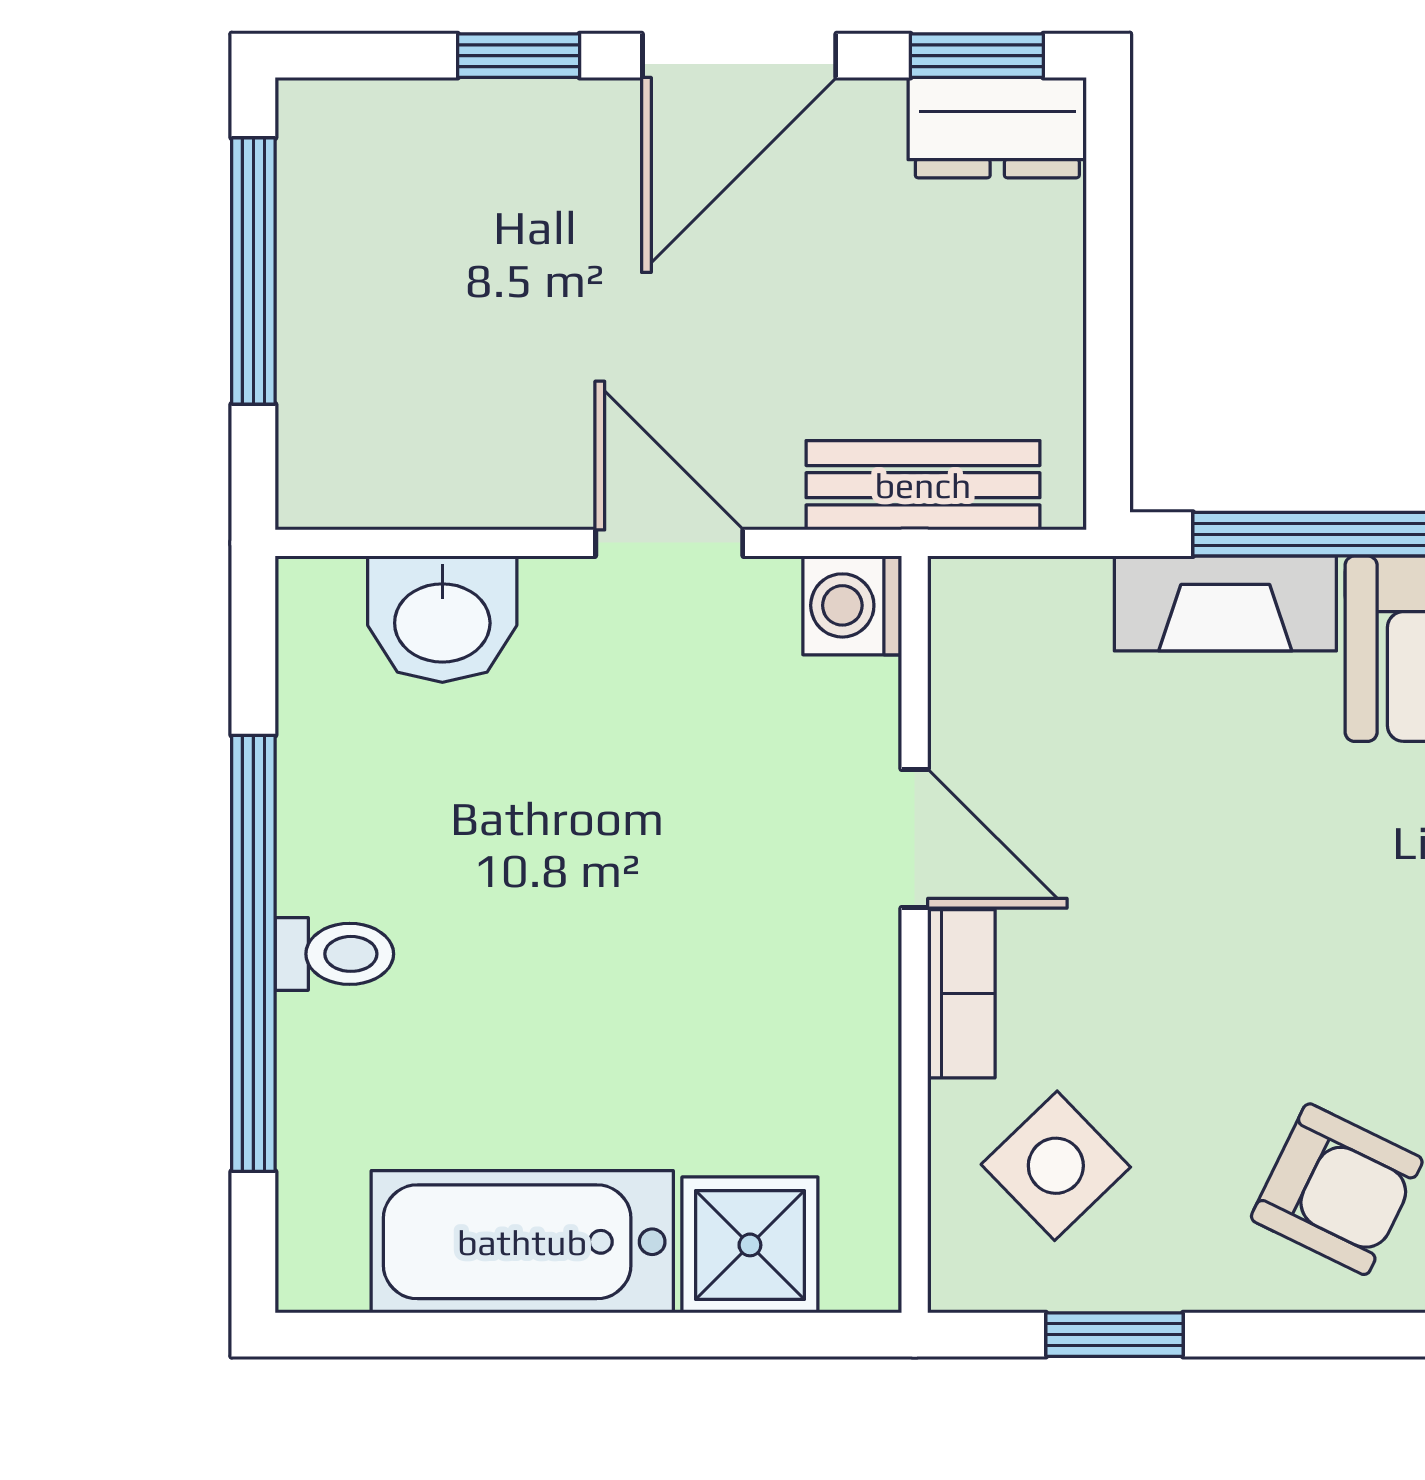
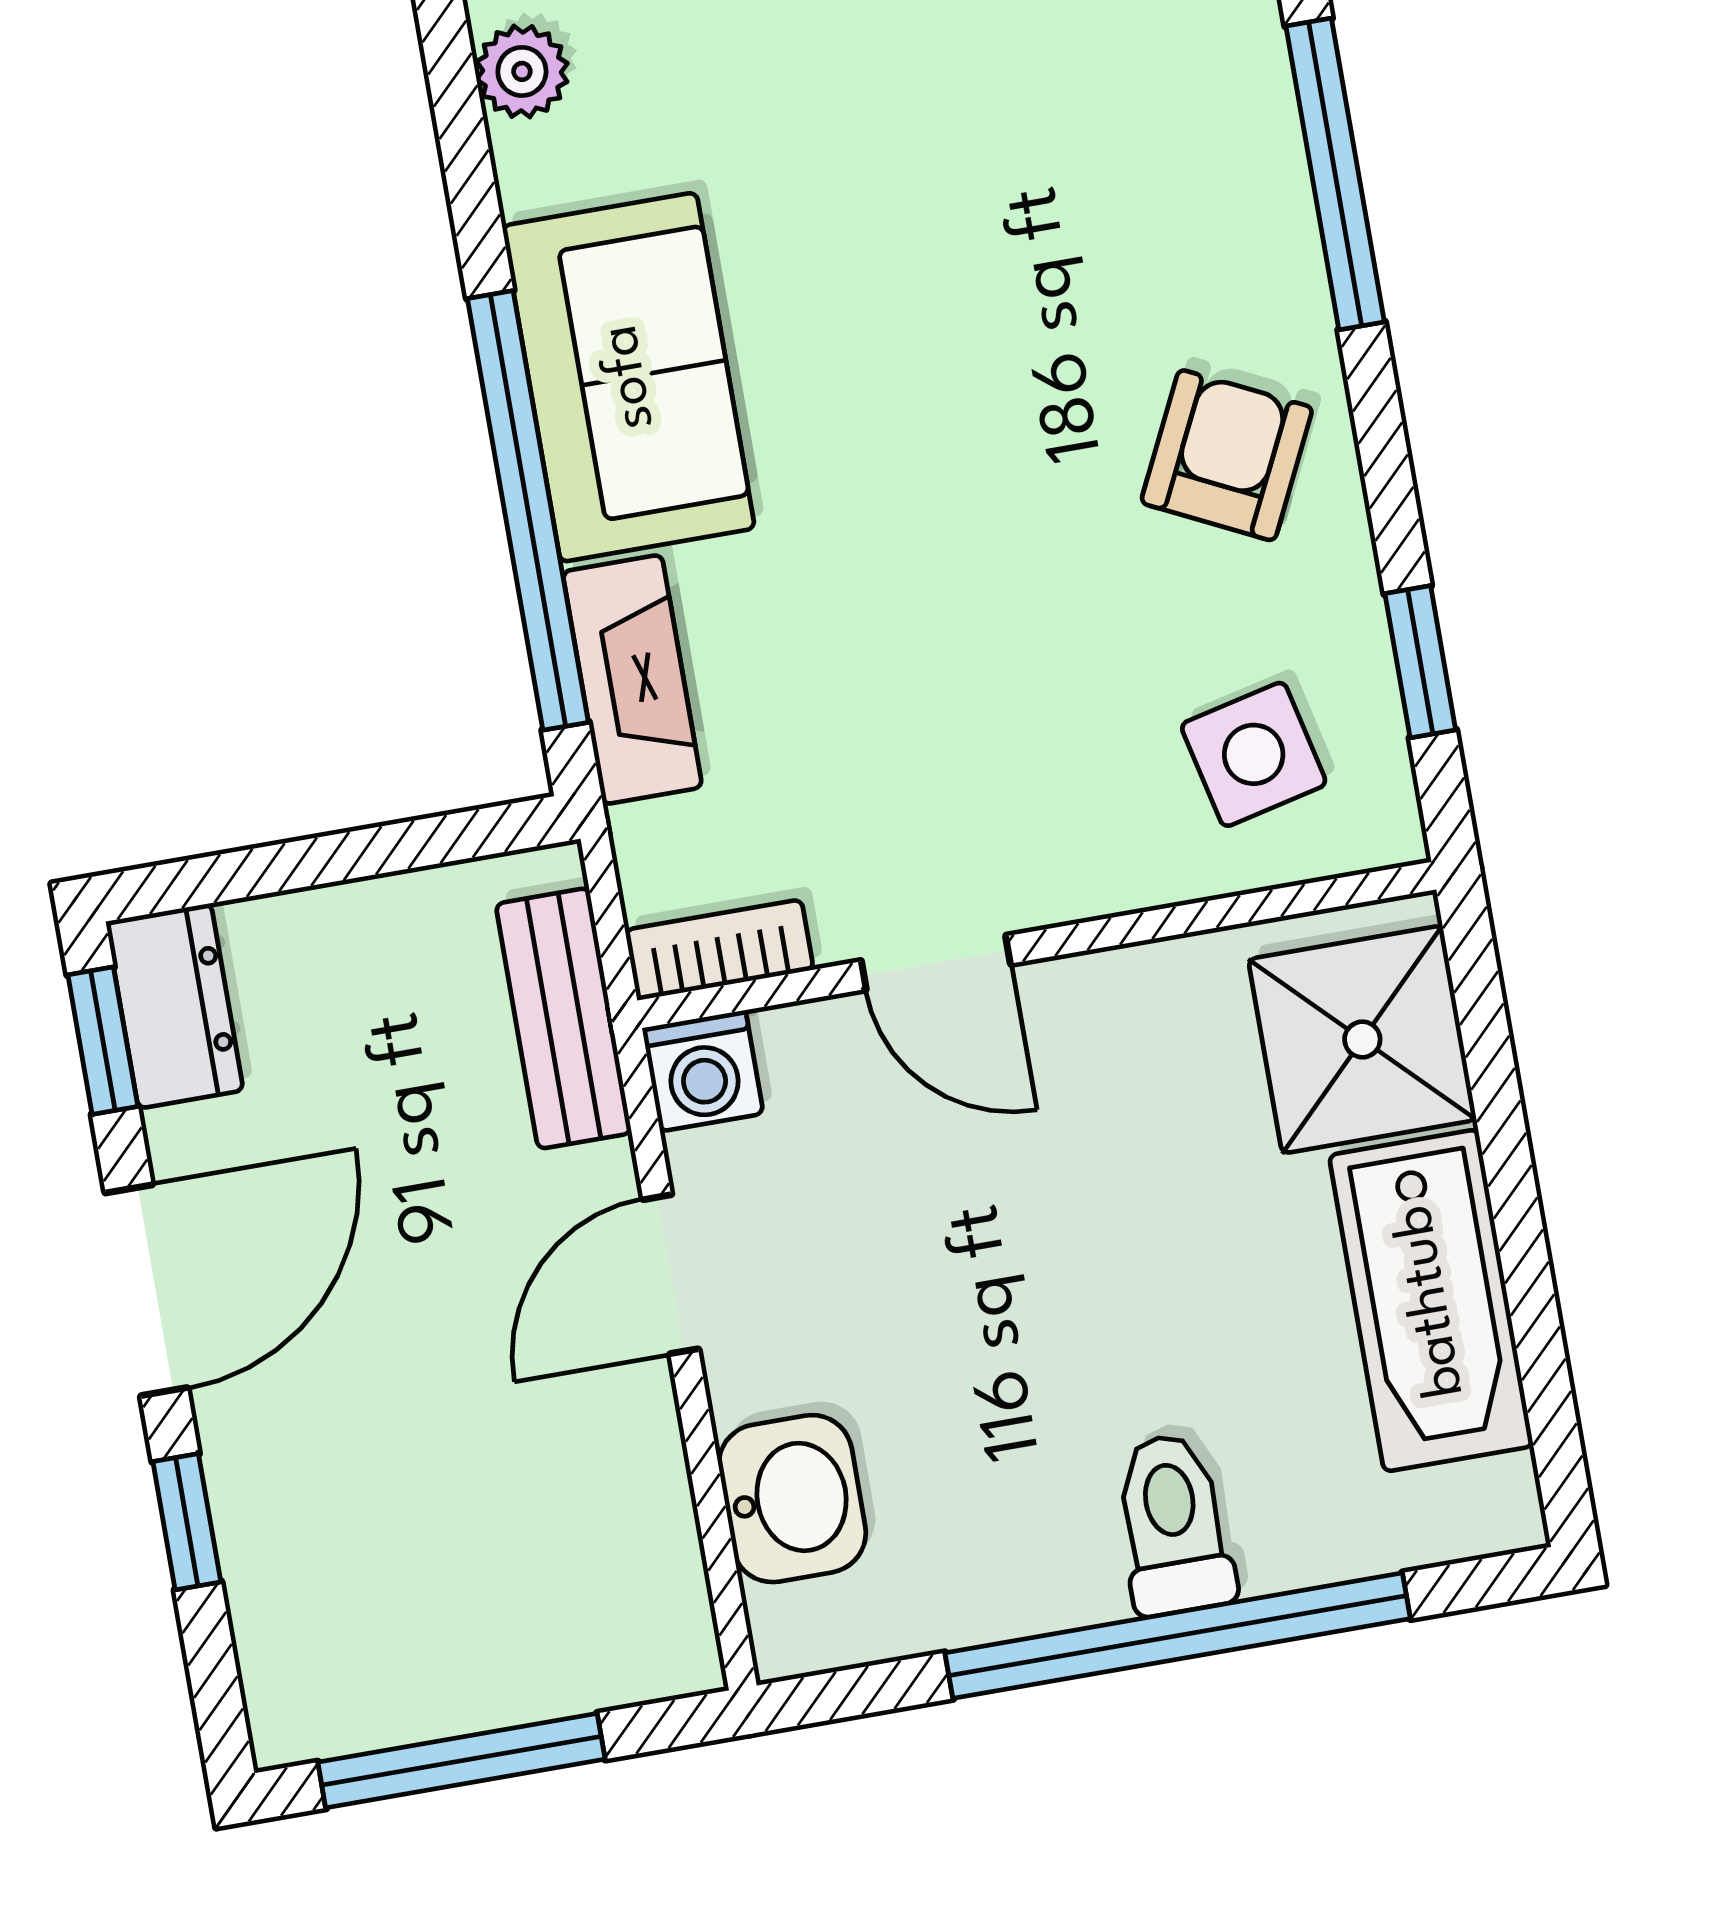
door: (739, 56) -> (146, 1290), hinge flipped
door: (915, 838) -> (936, 963), swing flipped
toilet: (334, 954) -> (1173, 1524), width x1.37, depth x1.39
bookcase: (961, 994) -> (719, 950), moved
side table: (1056, 1166) -> (1254, 754), turned 31
shower: (750, 1245) -> (1362, 1039), width x1.36, depth x1.36

